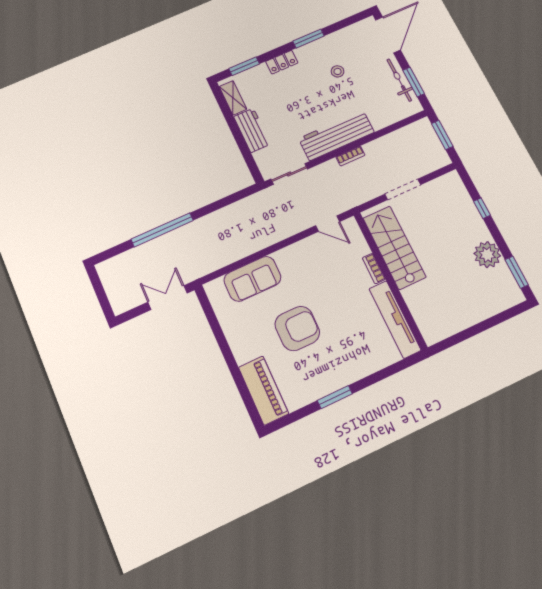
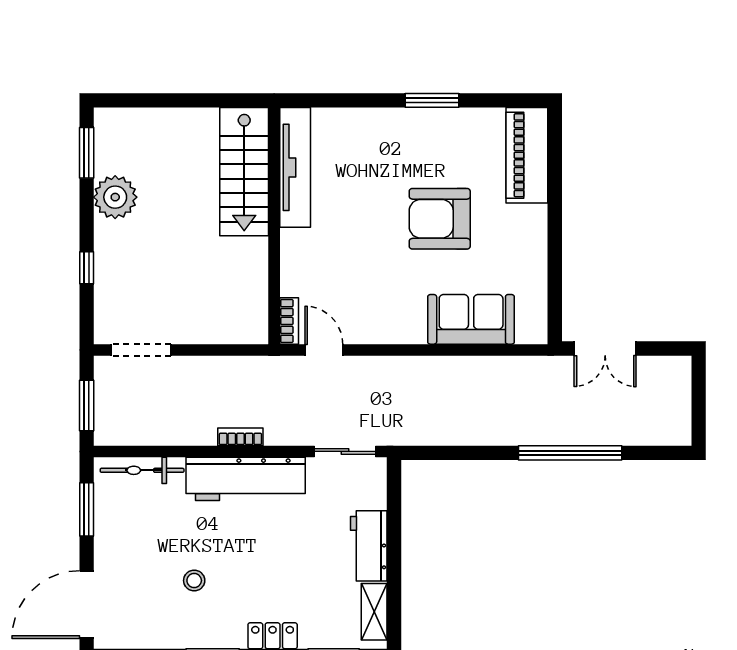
bicycle: (399, 80) -> (142, 470), moved, turned 90
doorway: (403, 189) -> (141, 350), moved
stairs: (394, 247) -> (244, 172), moved
bookcase: (374, 269) -> (289, 321), moved

